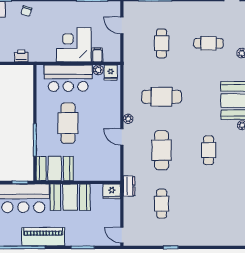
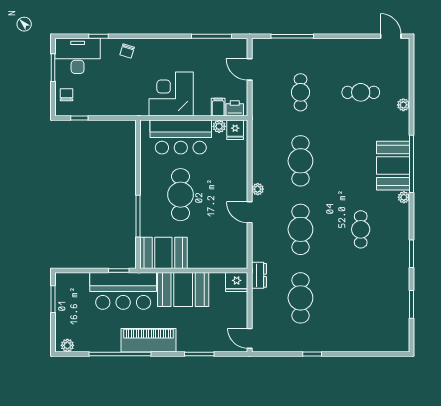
corner desk: (74, 45) -> (171, 94), moved
printer: (21, 56) -> (235, 108), moved
cafe table: (162, 97) -> (300, 161), turned 90
cafe table: (162, 204) -> (300, 298), width x1.37, depth x1.35

